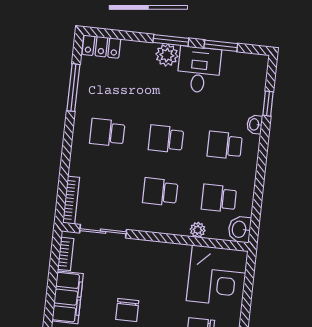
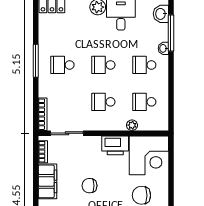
window: (73, 88) -> (36, 61), moved
window: (268, 104) -> (171, 33), width x2.17
washbasin: (240, 229) -> (161, 14), moved
printer: (170, 256) -> (115, 145), added
chair: (127, 310) -> (89, 186), turned 90

